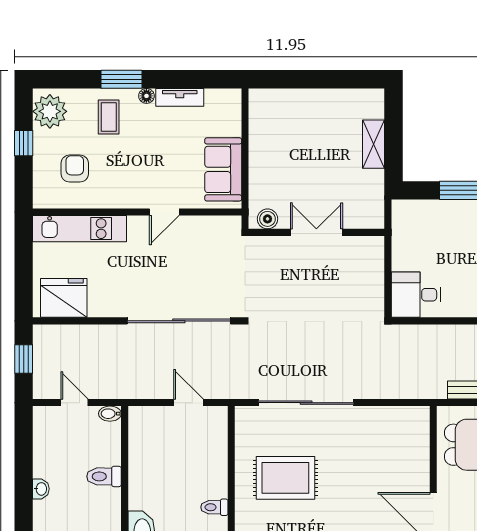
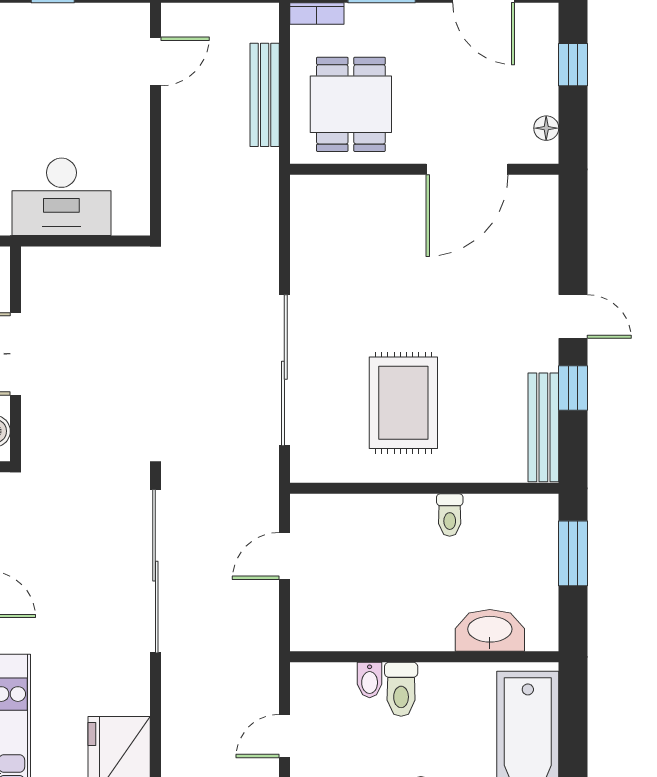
desk: (416, 295) -> (61, 197), moved, width x1.37
bidet: (110, 414) -> (370, 680), moved

